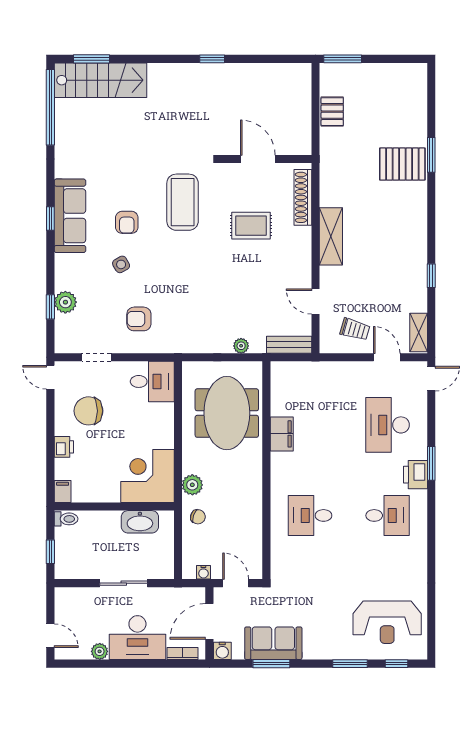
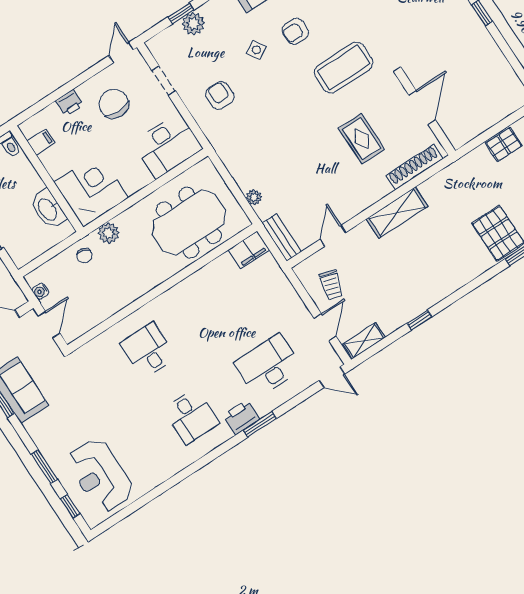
desk: (152, 381) -> (168, 146), width x1.37
filing cabinet: (282, 434) -> (249, 250), moved
filing cabinet: (63, 492) -> (41, 142), moved

